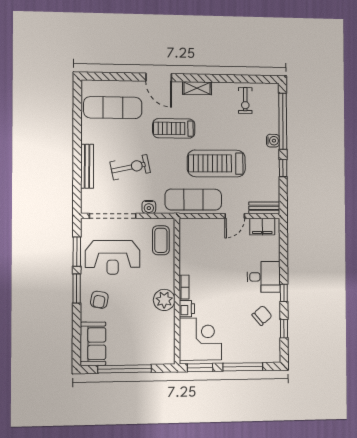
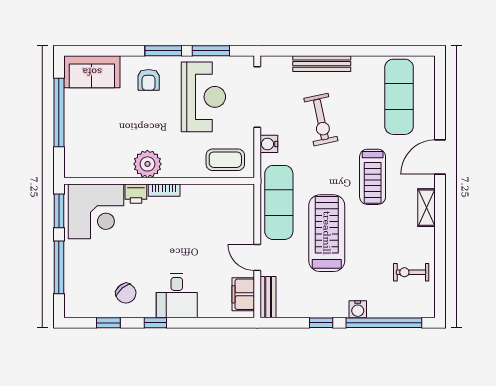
treadmill: (174, 128) -> (373, 177), turned 180
reception desk: (113, 257) -> (203, 97), turned 180
armchair: (99, 300) -> (149, 80), turned -100

